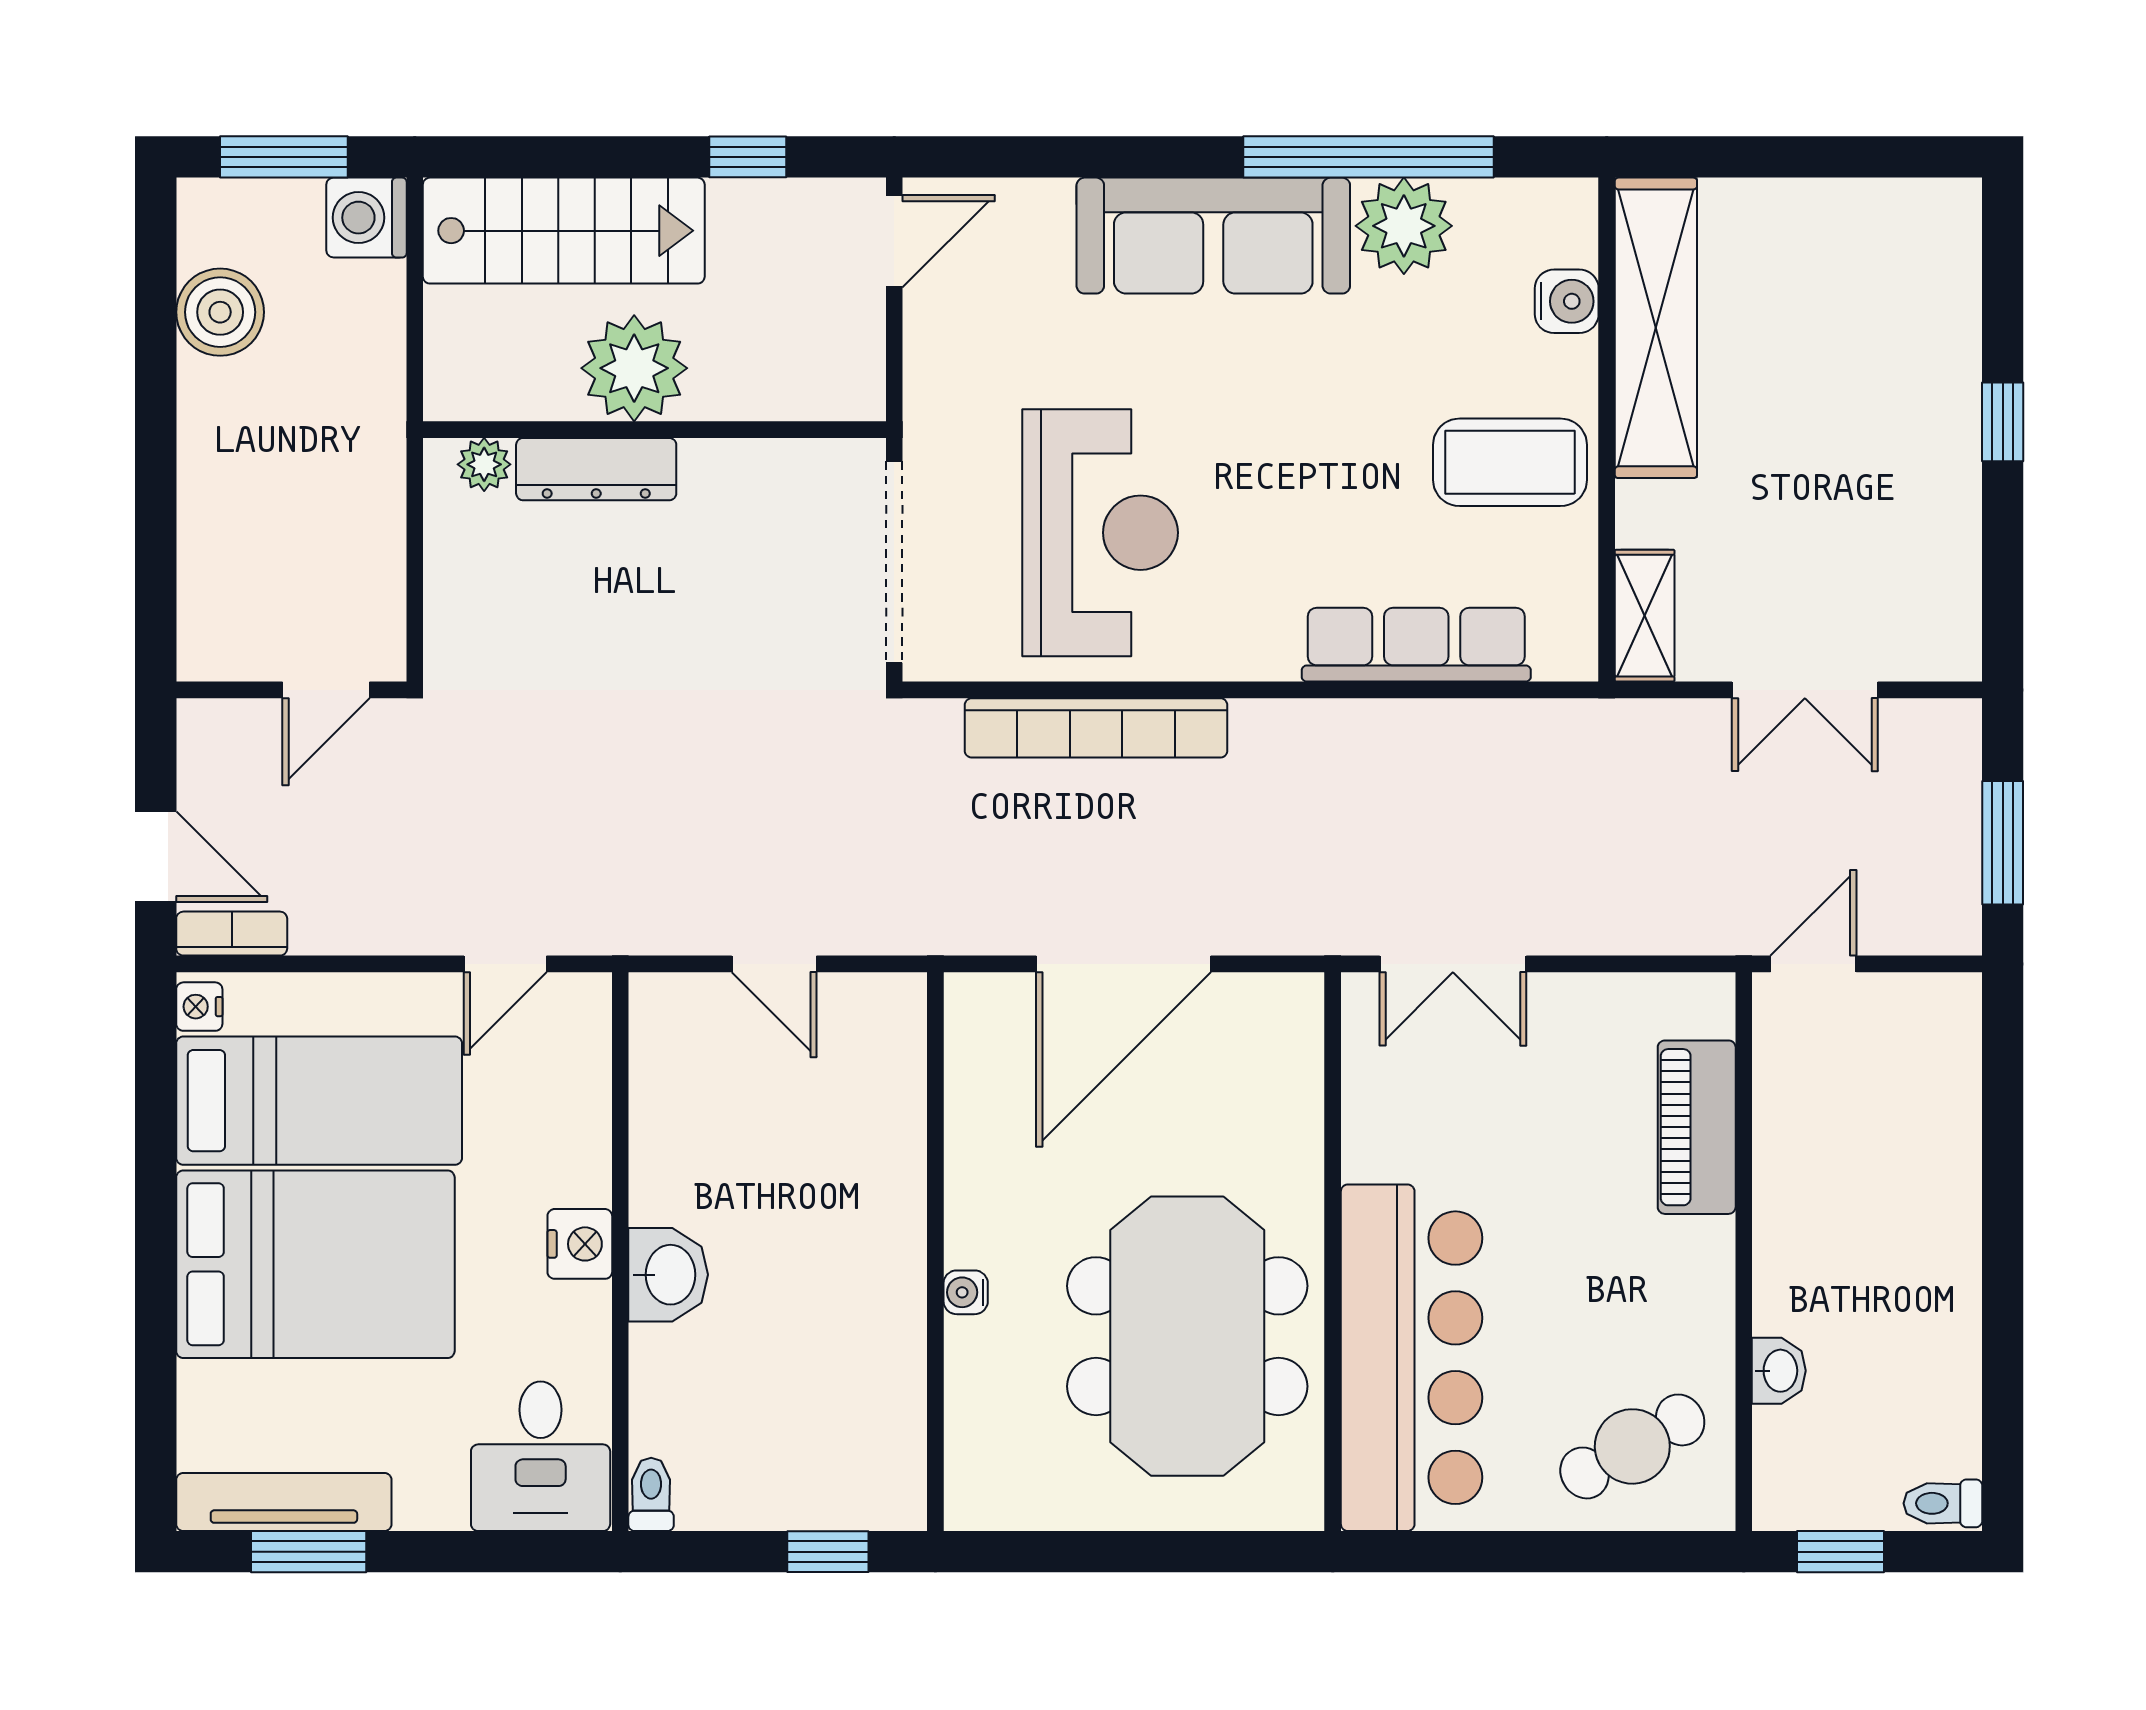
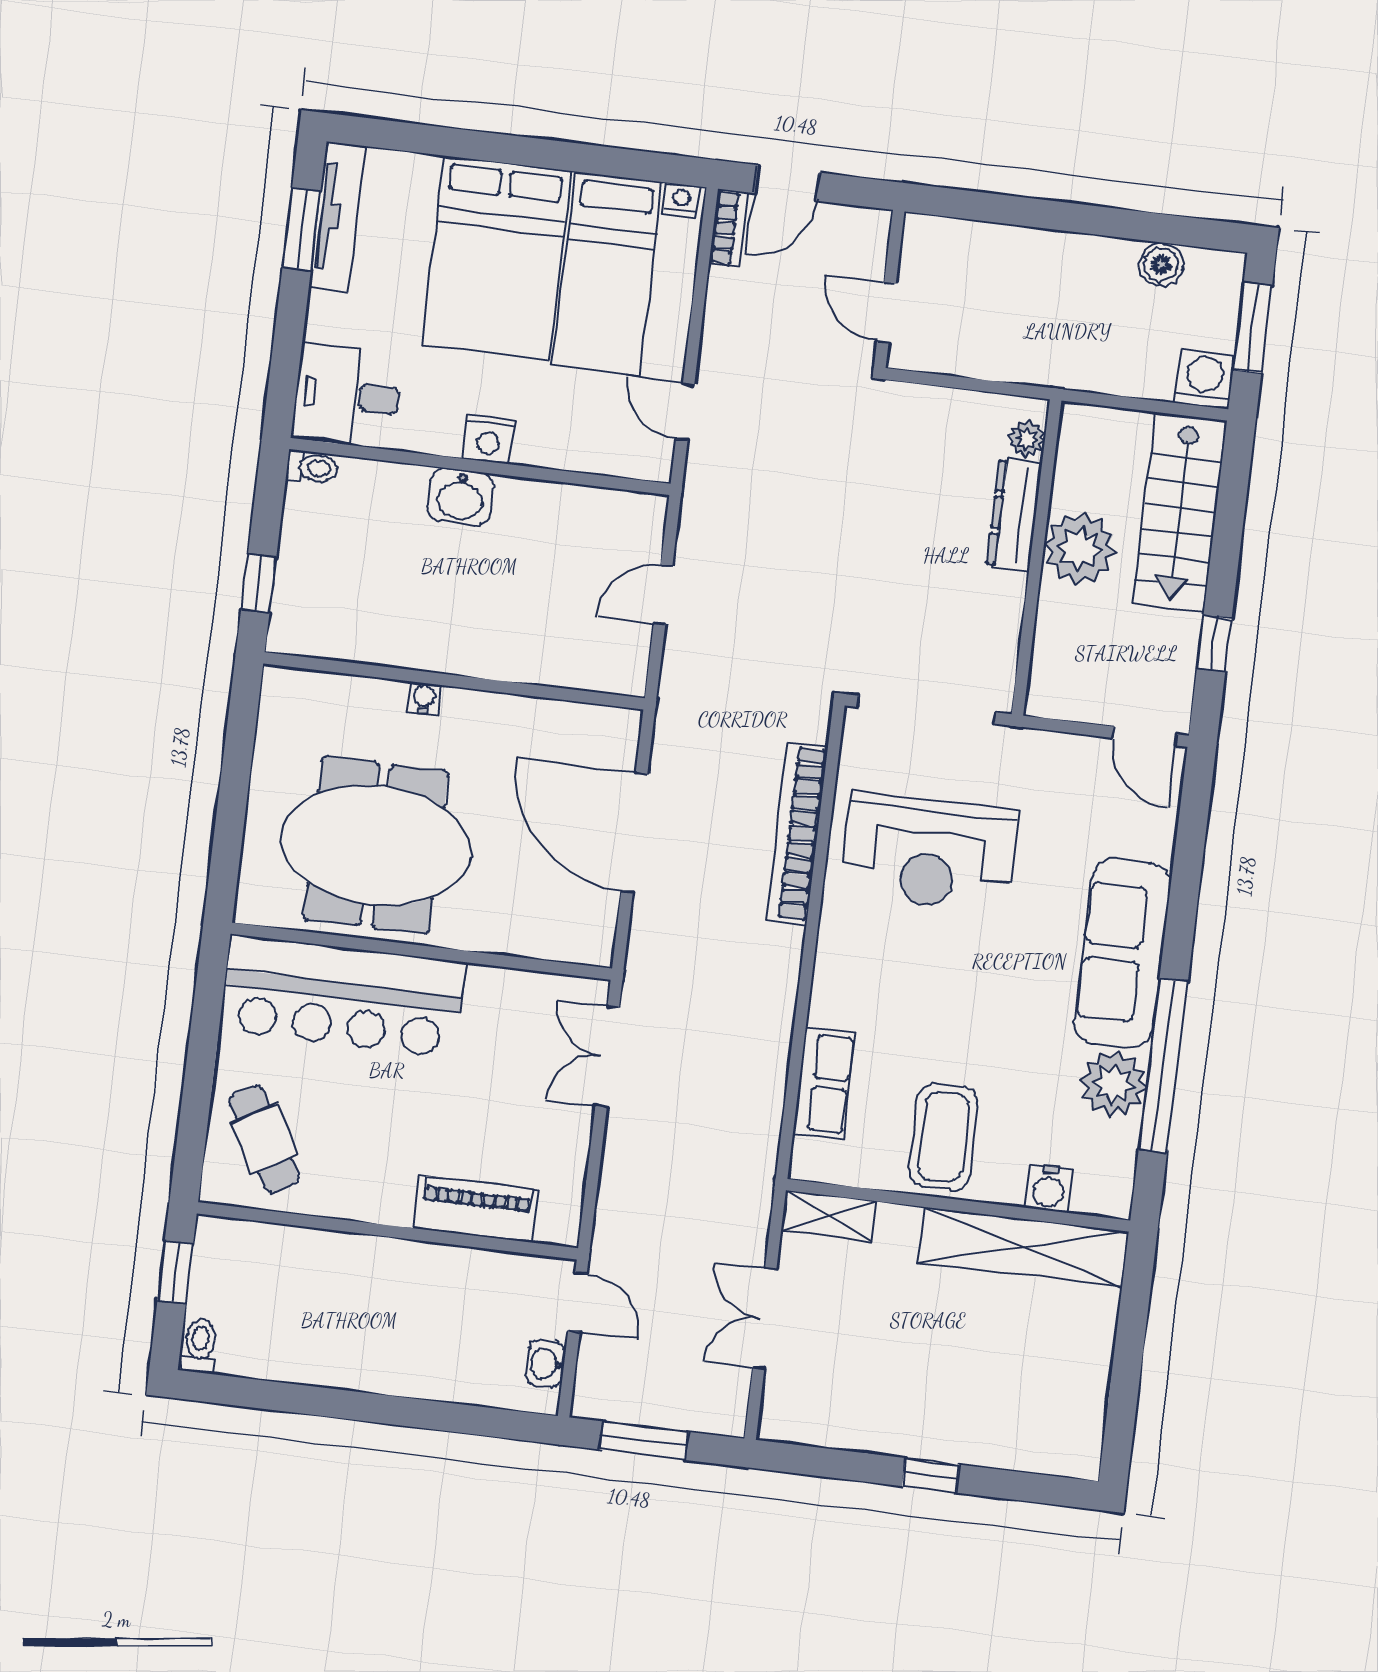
boiler: (220, 312) -> (1161, 265), width x0.73, depth x0.73
row of seats: (1416, 645) -> (824, 1083), width x0.68
washbasin: (1779, 1371) -> (546, 1364), moved, turned 90

